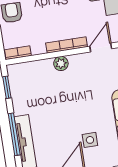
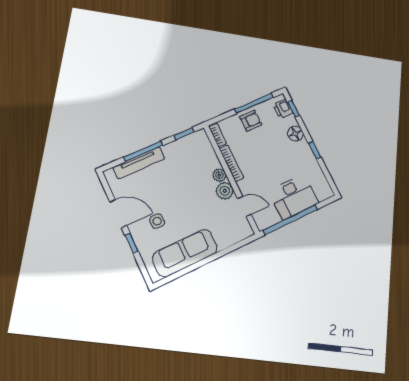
bookcase: (67, 45) -> (231, 163), moved
plant: (79, 63) -> (225, 191), added

